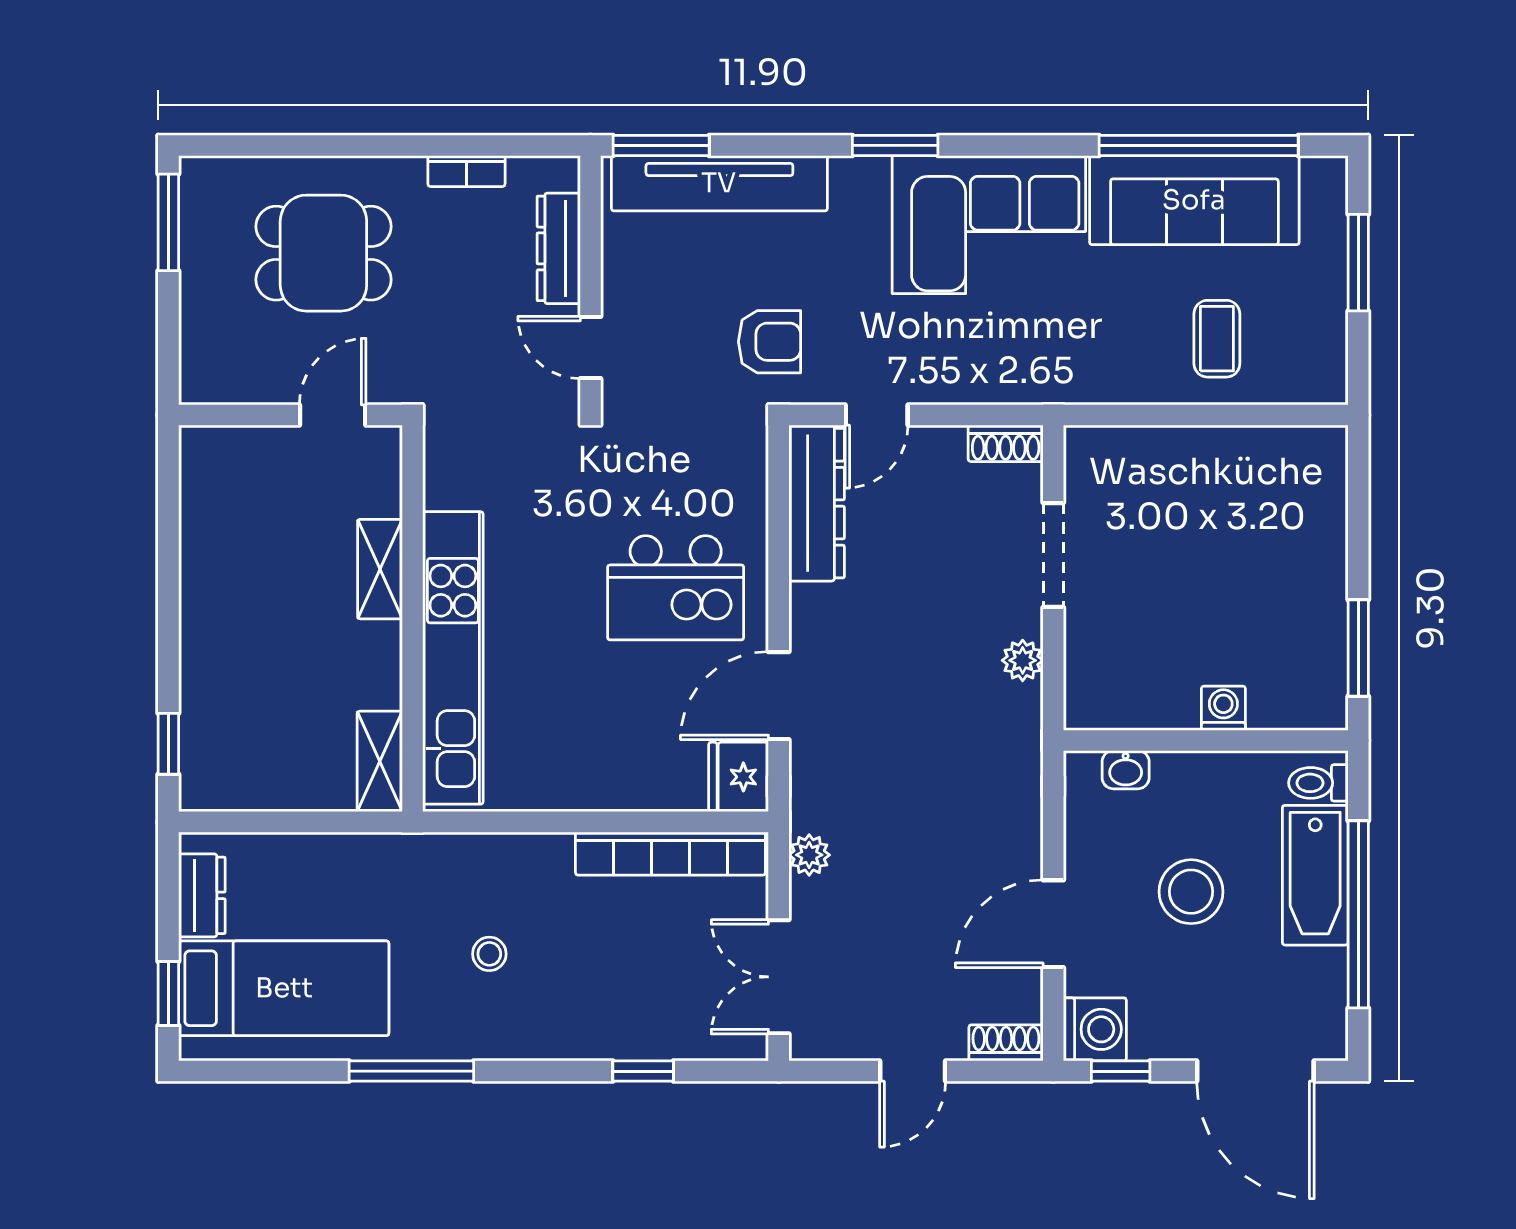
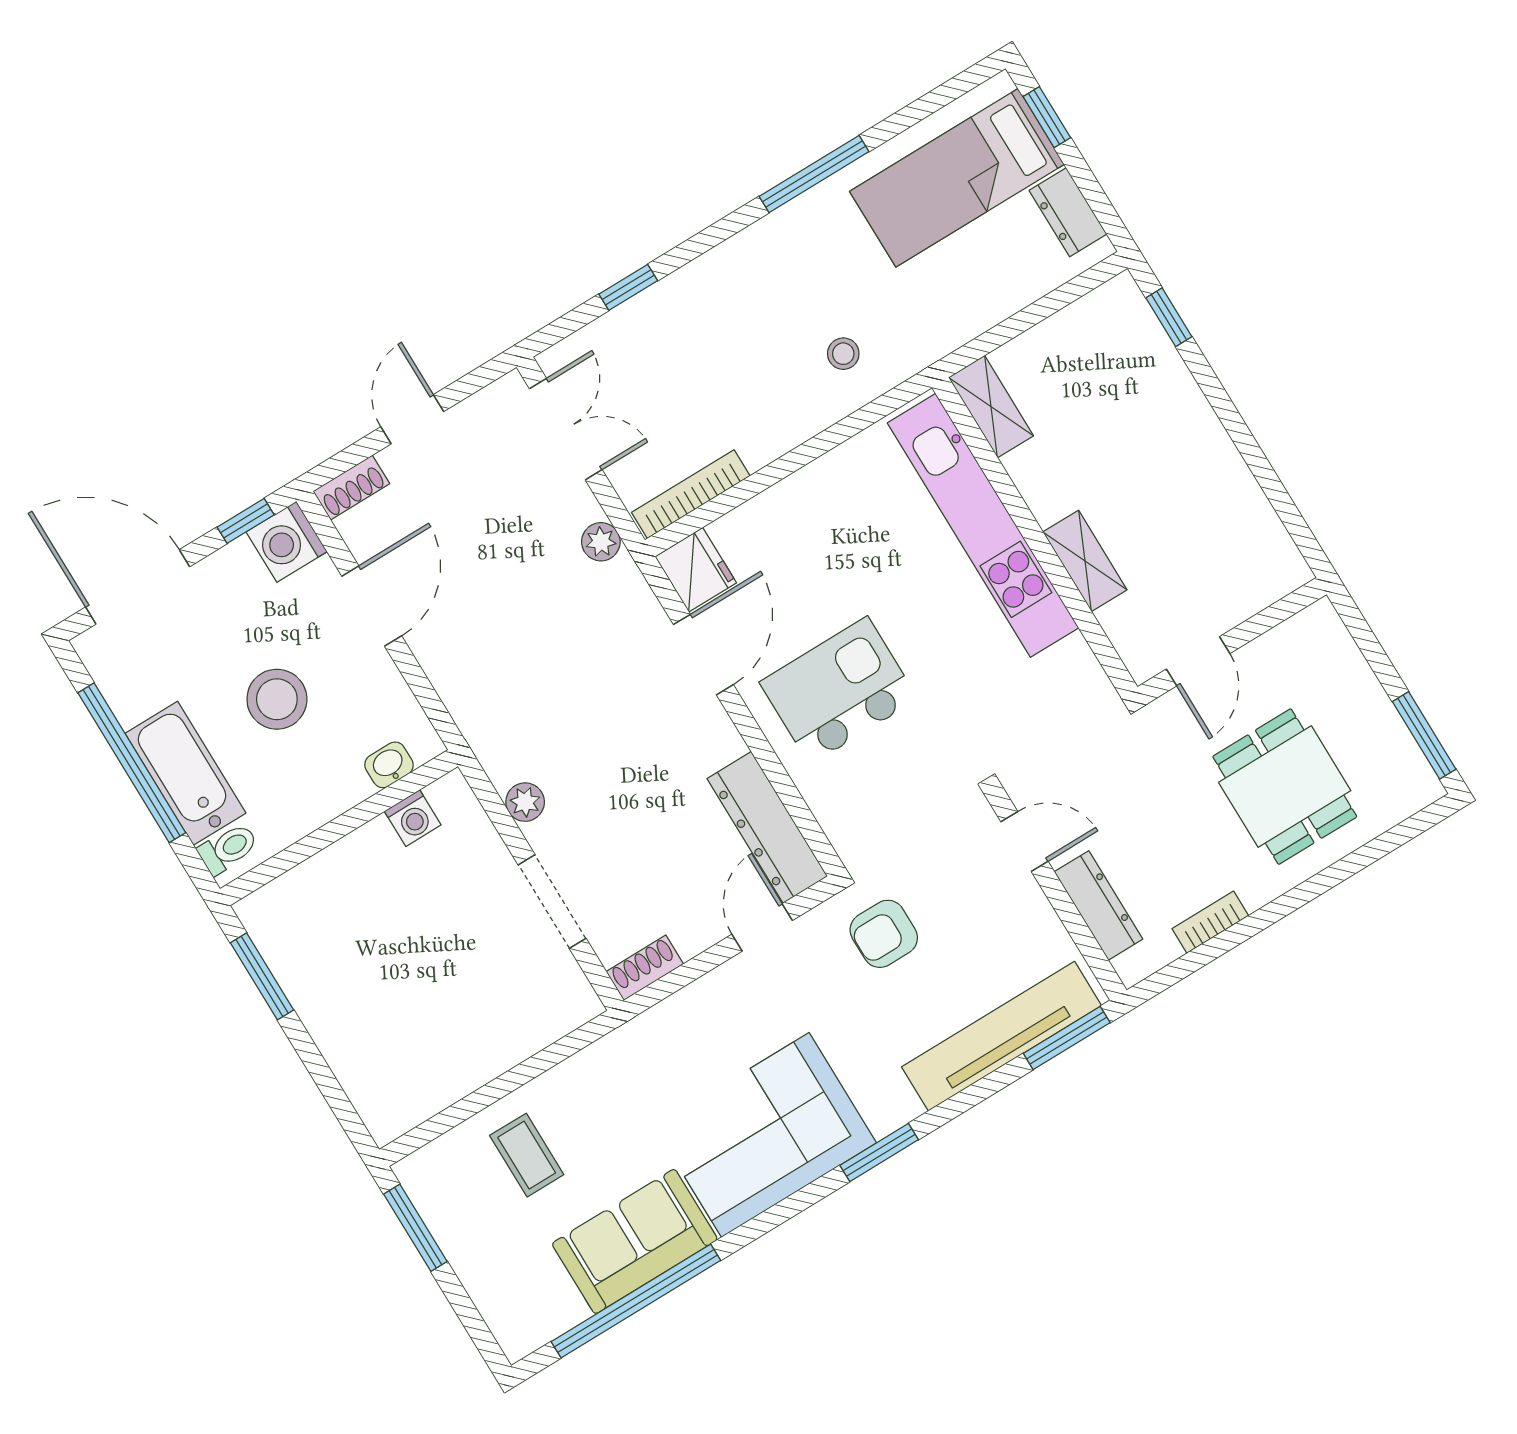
sofa: (1194, 200) -> (635, 1241), width x0.73
dining table: (323, 253) -> (1285, 787), turned 90
window: (1358, 263) -> (415, 1228), moved
washing machine: (1223, 708) -> (413, 818), moved
bookcase: (670, 854) -> (691, 494), width x0.68, depth x0.76
stool: (489, 954) -> (843, 354), moved

